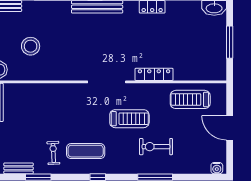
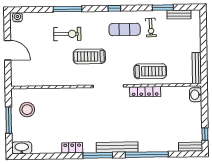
stool: (31, 46) -> (27, 110), moved
locker: (154, 74) -> (145, 92), moved
treadmill: (190, 99) -> (150, 71), moved

